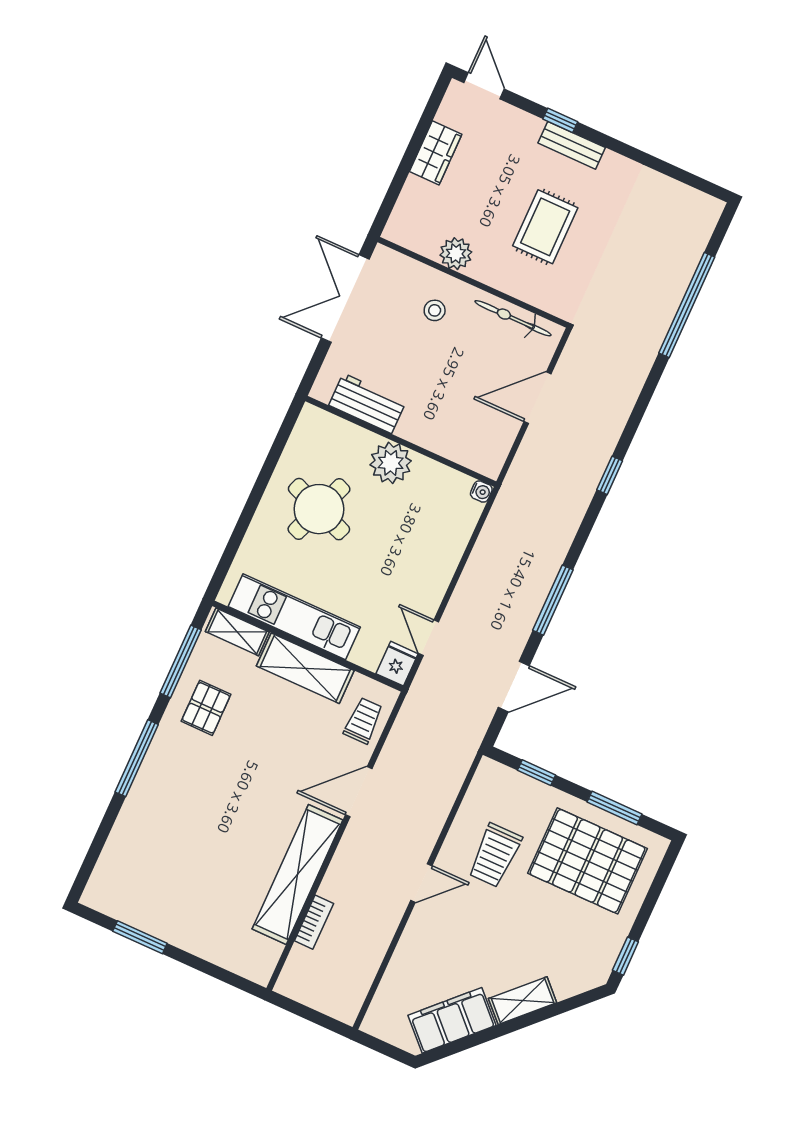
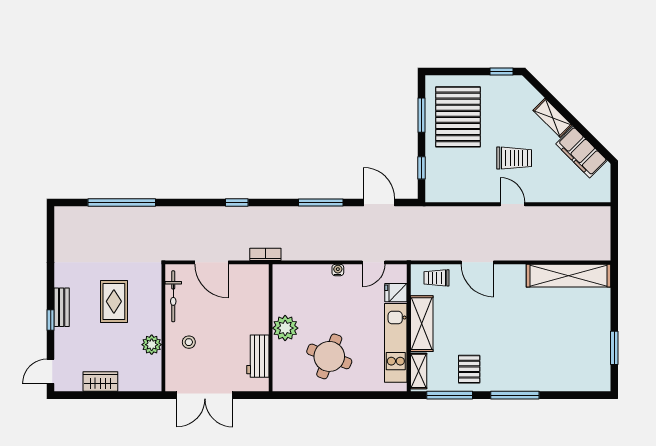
rug: (545, 227) -> (114, 301), turned 90
water cooler: (481, 492) -> (338, 270), moved
fridge: (397, 664) -> (396, 293), moved
pallet: (206, 708) -> (469, 369), turned 90
trolley: (495, 855) -> (514, 158), moved
shelving: (297, 874) -> (569, 276), moved
bookcase: (314, 922) -> (265, 254), moved

